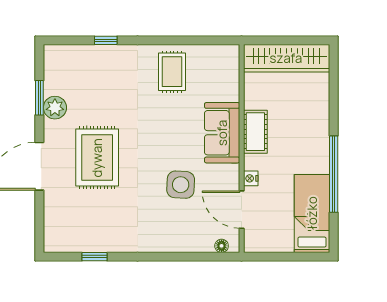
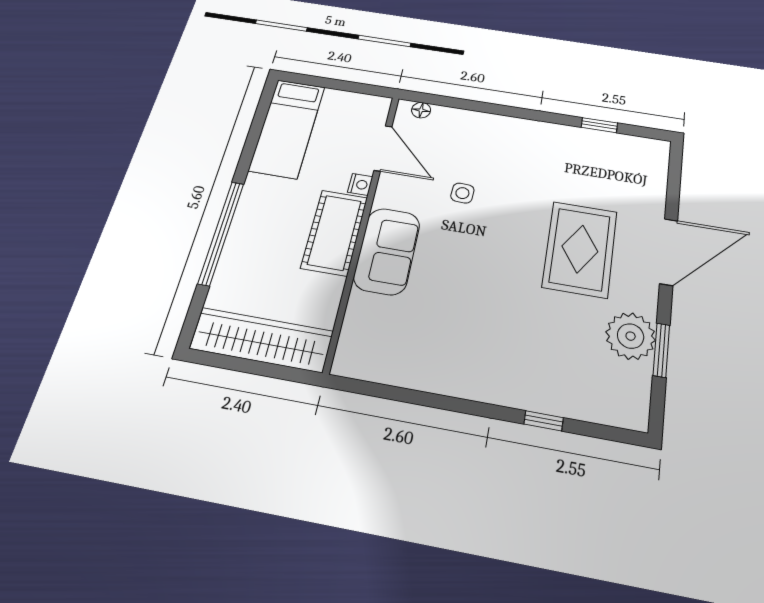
rug: (172, 72) -> (445, 352), removed
plant: (55, 108) -> (631, 336), width x1.36, depth x1.36
cot: (255, 132) -> (334, 232), width x1.37, depth x1.34
window: (334, 174) -> (221, 233), moved
side table: (181, 185) -> (462, 193), width x0.54, depth x0.54

